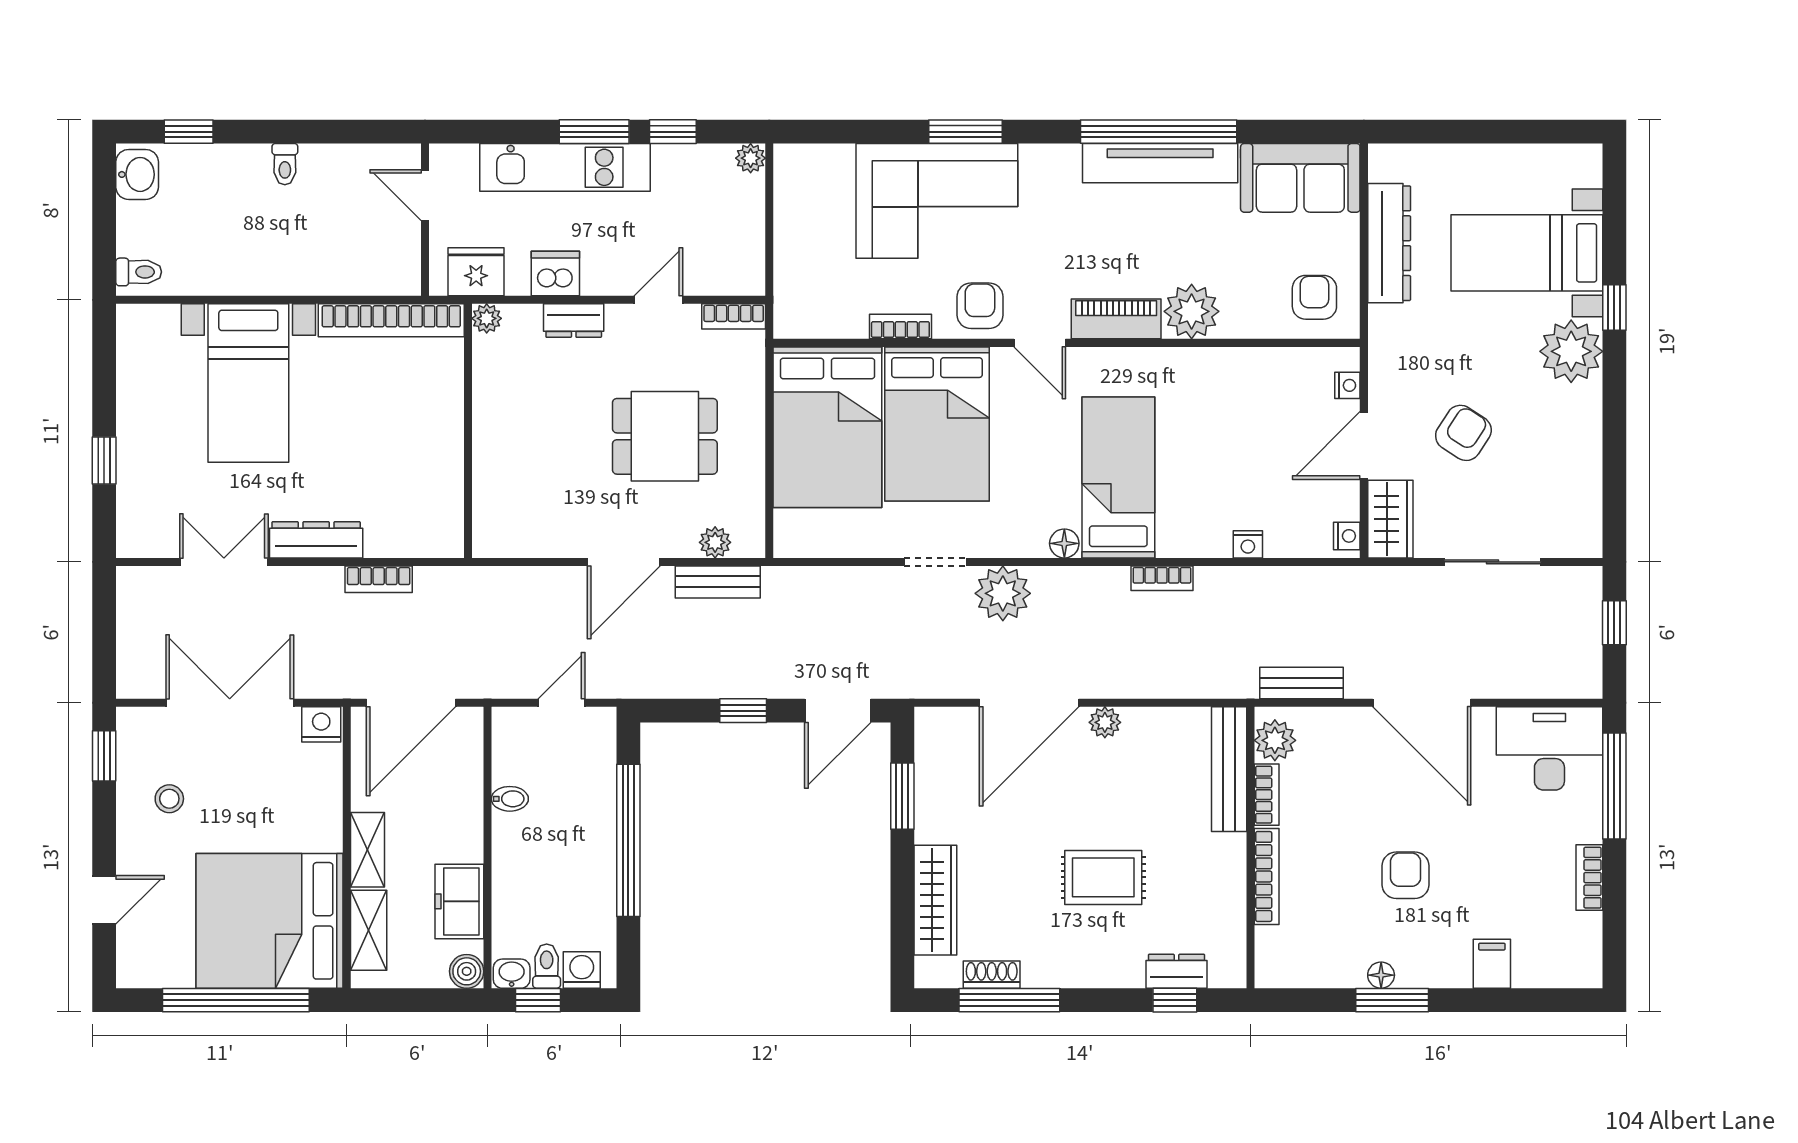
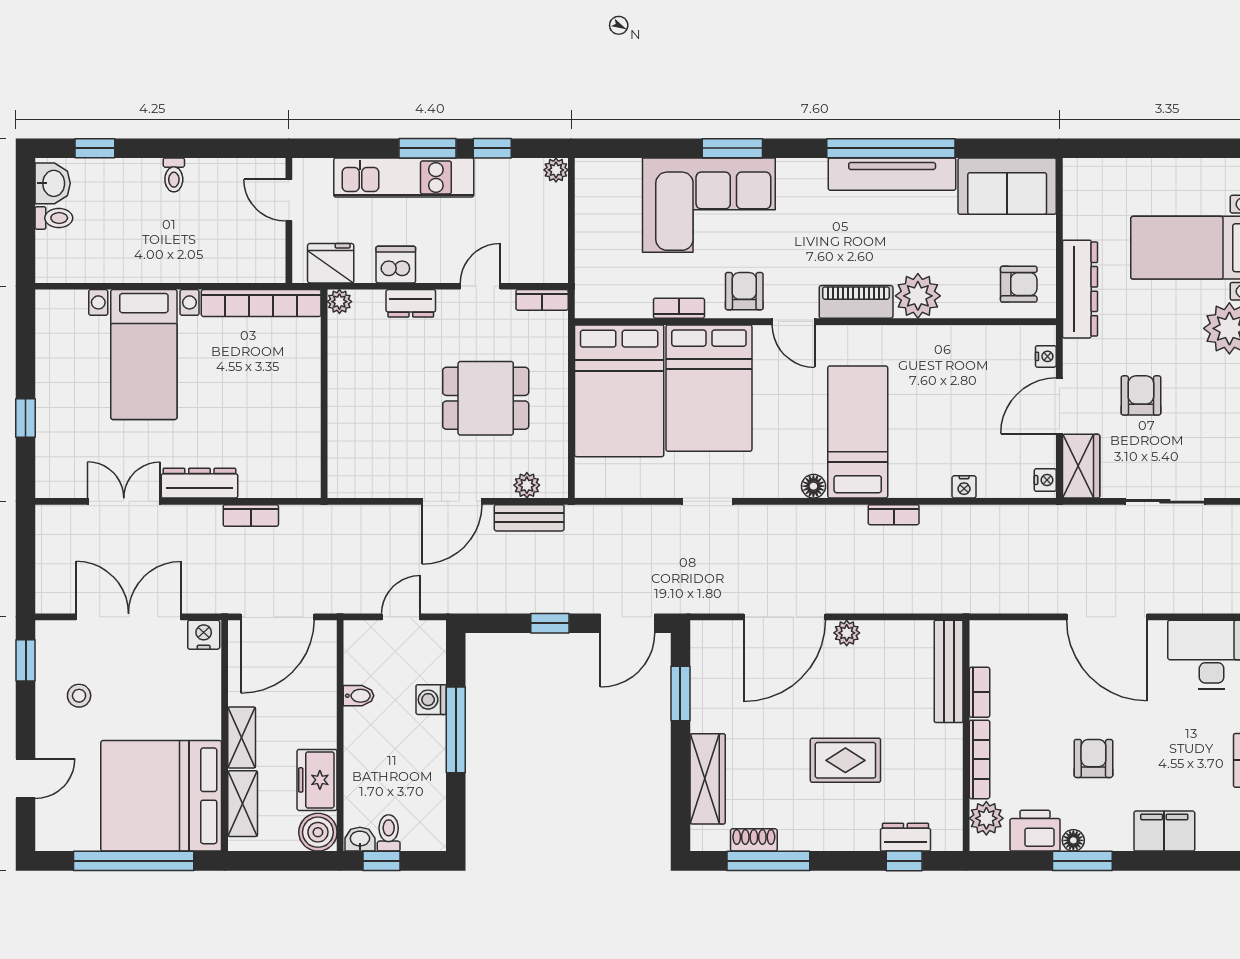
dresser: (1389, 243) -> (1080, 289), moved
toilet: (139, 272) -> (54, 218), moved
armchair: (1314, 297) -> (1019, 284), turned 90
armchair: (1463, 433) -> (1141, 395), turned -33
plant: (1003, 593) -> (763, 527), removed
bench: (1302, 683) -> (1008, 601), removed
plant: (1275, 740) -> (986, 818), moved
window: (628, 840) -> (456, 730), width x0.68
printer: (1334, 963) -> (1035, 831), added
filing cabinet: (1492, 964) -> (1164, 831), width x2.00
washing machine: (582, 970) -> (431, 700), moved, turned -90
boiler: (467, 971) -> (318, 832), width x1.36, depth x1.36

